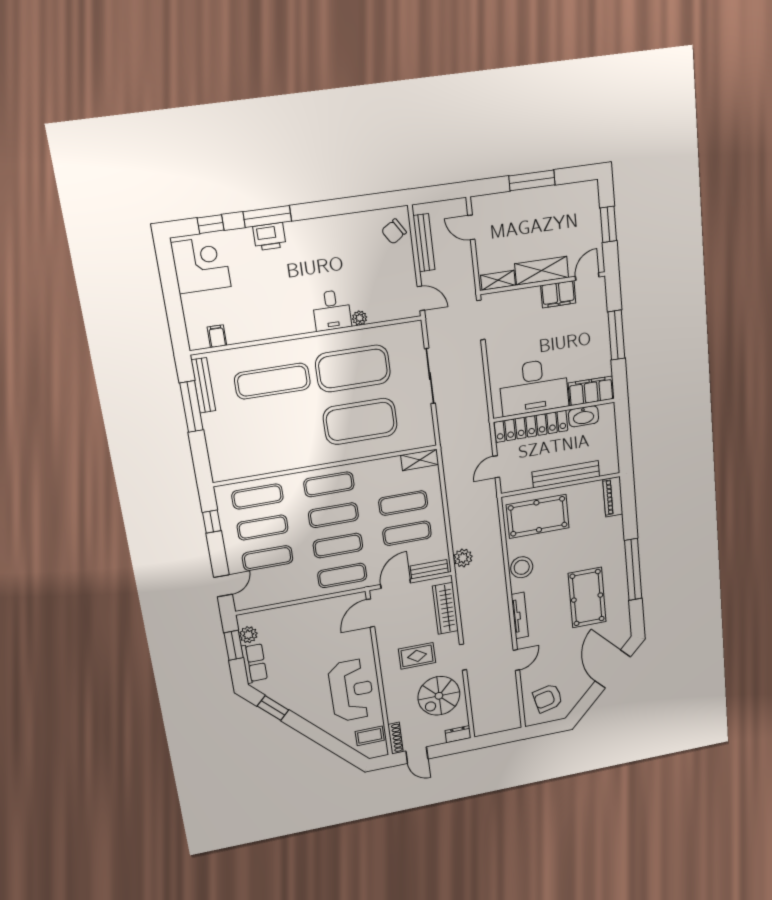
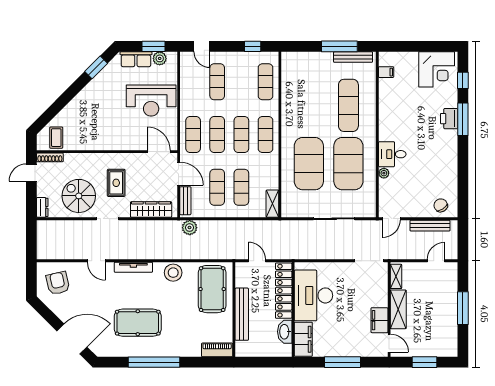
exercise mat: (263, 528) -> (241, 82), removed
reception desk: (351, 690) -> (151, 101), moved

